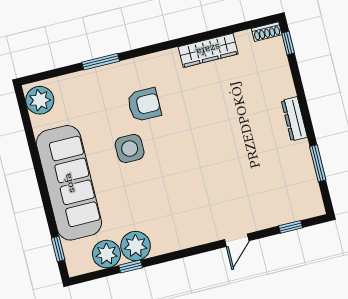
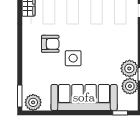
window: (101, 62) -> (20, 96), moved
armchair: (144, 105) -> (50, 44), turned 90

